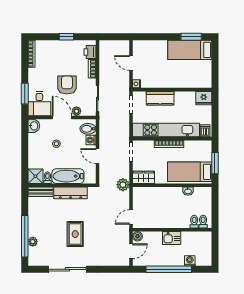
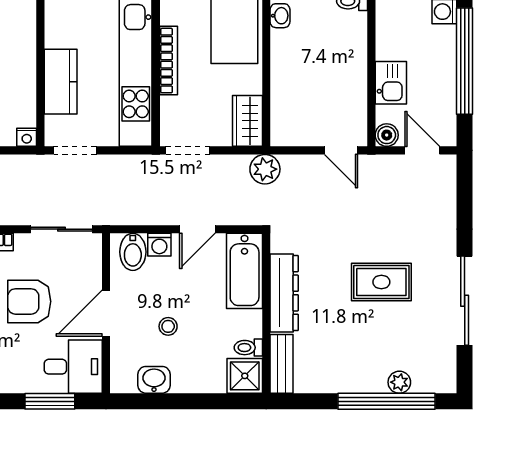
plant: (76, 111) -> (91, 279), removed
washbasin: (34, 126) -> (154, 380), moved
bathtub: (68, 176) -> (245, 271), moved
kitchen sink: (172, 238) -> (391, 83), moved

